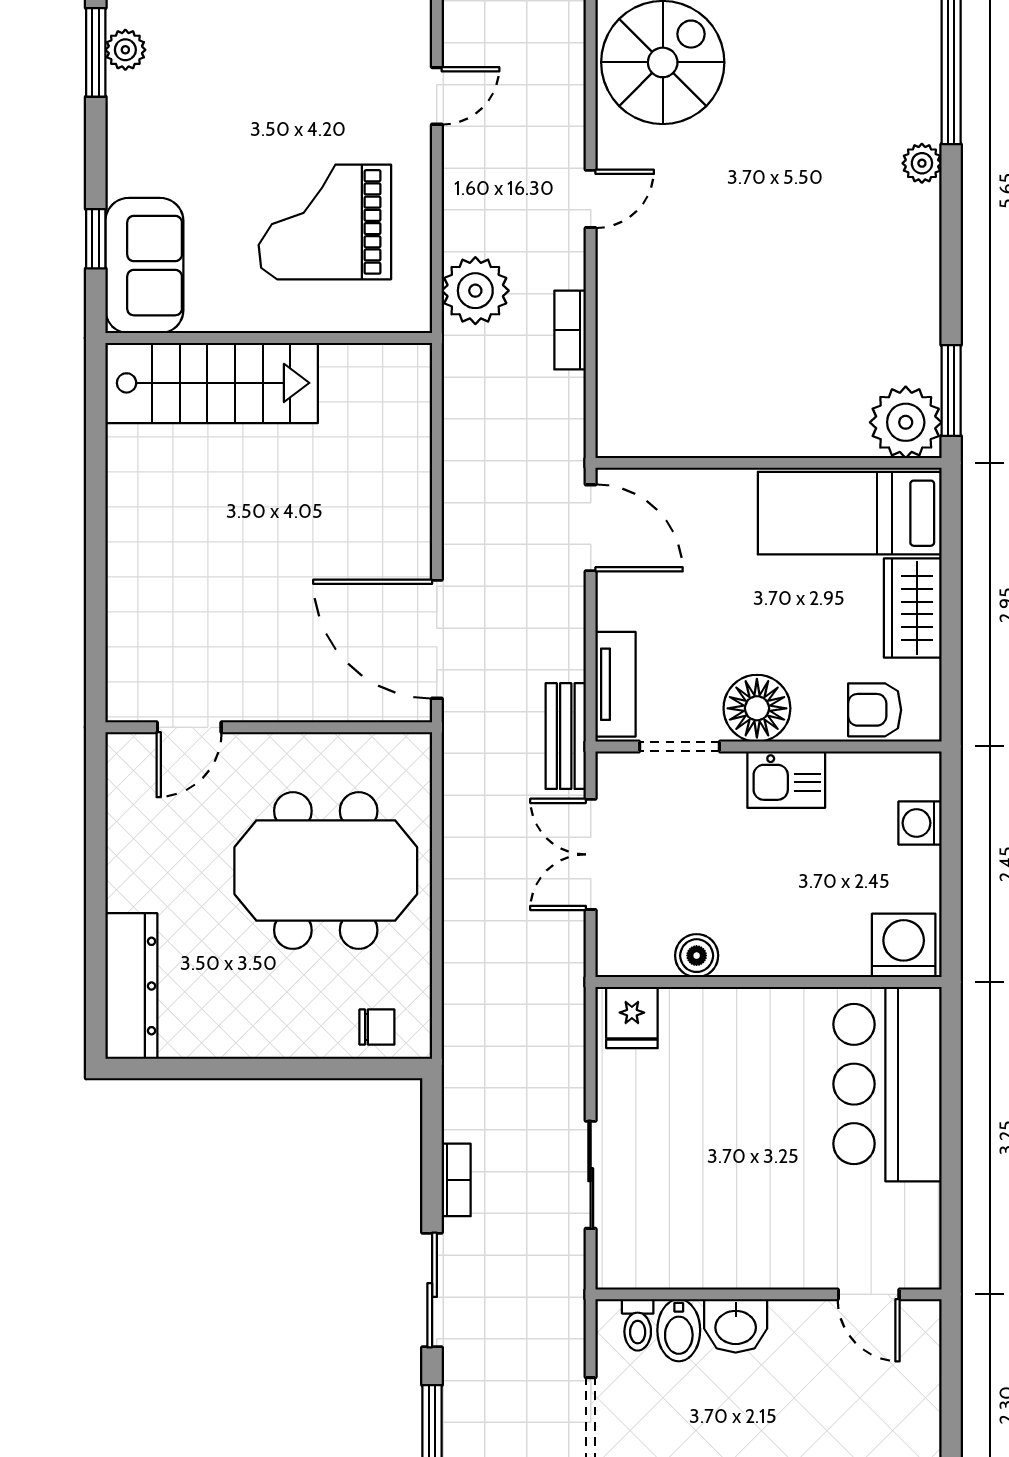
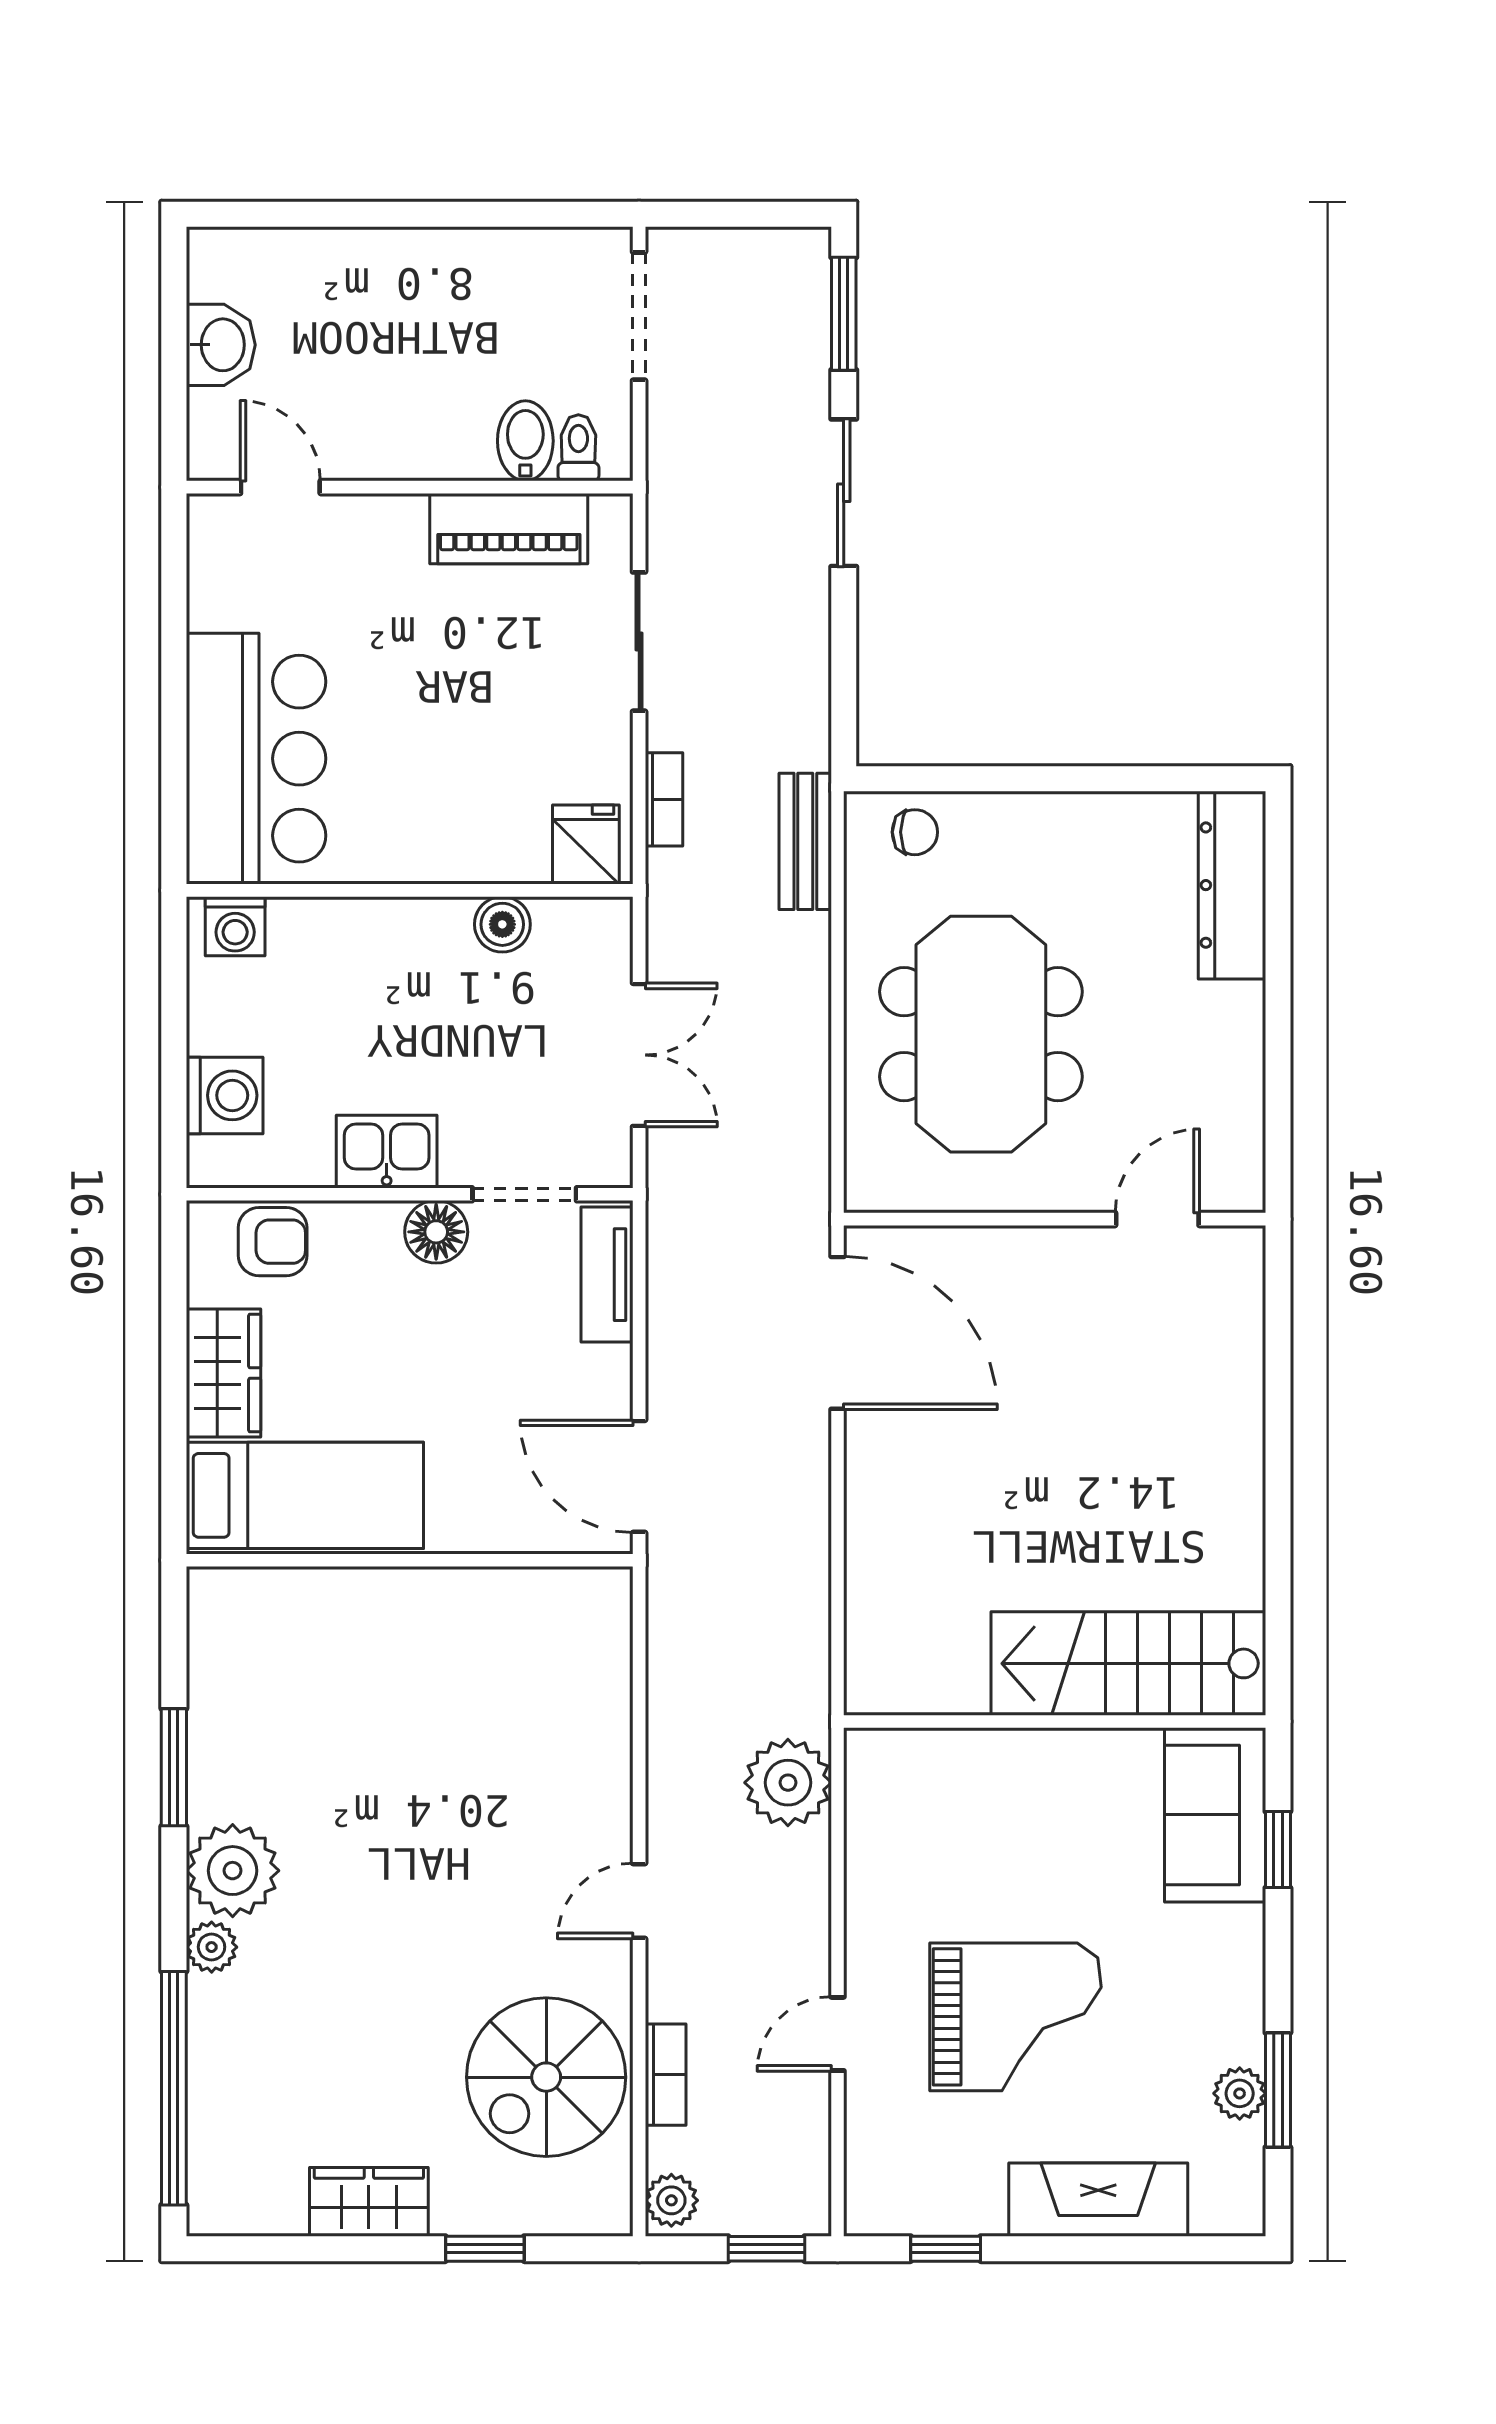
grand piano: (325, 222) -> (1016, 2017), moved
bookcase: (570, 330) -> (666, 2075), moved
window: (951, 391) -> (174, 1767), moved
plant: (906, 422) -> (233, 1871), moved
floor lamp: (757, 708) -> (436, 1232), width x0.73, depth x0.73
bench: (566, 736) -> (805, 841), moved
washing machine: (920, 823) -> (225, 1095), width x1.38, depth x1.38
meeting table: (326, 871) -> (981, 1034), turned 90
washing machine: (904, 945) -> (235, 926), width x0.73, depth x0.73
chair: (377, 1027) -> (915, 832), turned 180
bookcase: (456, 1180) -> (664, 799), moved, turned 180
piano: (692, 1262) -> (509, 529), added
washbasin: (736, 1326) -> (221, 345), moved, turned 90

